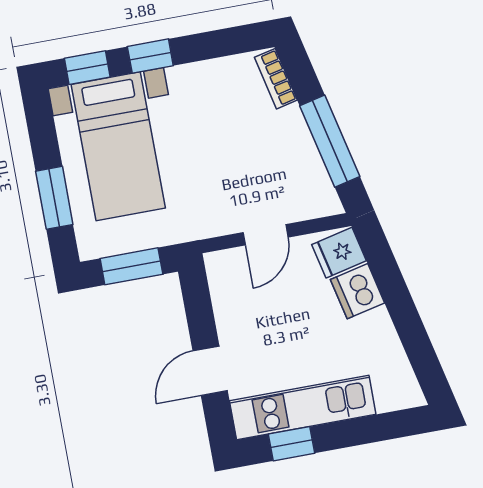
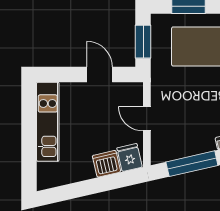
door: (210, 371) -> (100, 74), moved
window: (292, 444) -> (29, 112), removed

